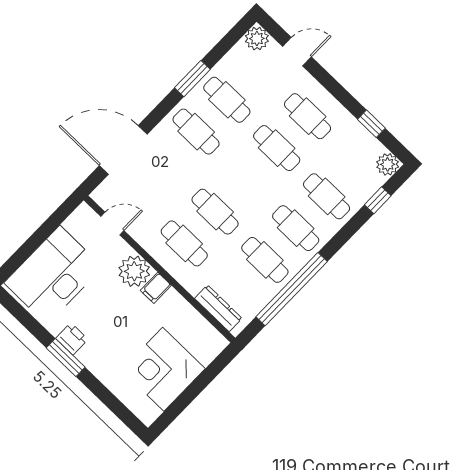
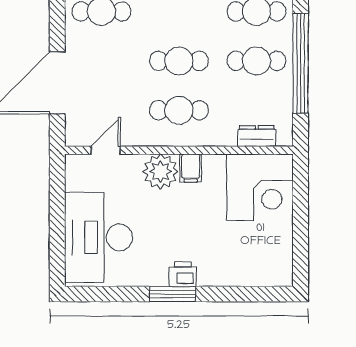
dresser: (218, 308) -> (257, 136), width x0.70
printer: (72, 339) -> (183, 274), moved
corner desk: (163, 369) -> (260, 187), moved, turned -90

